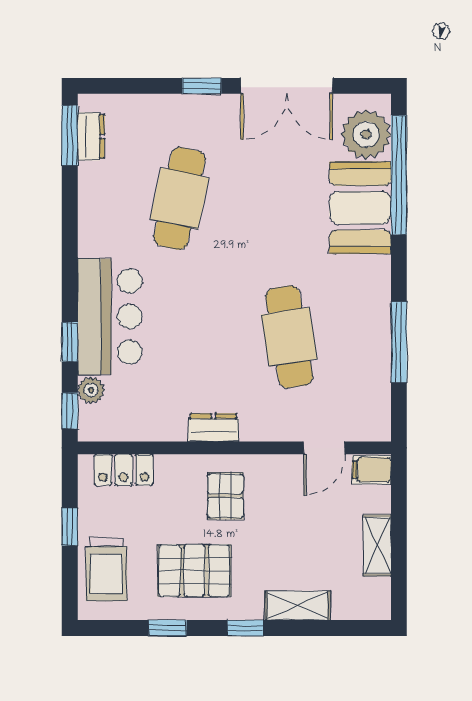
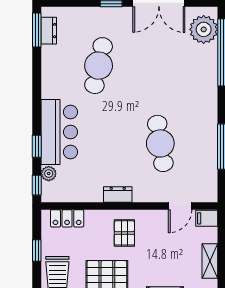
booth: (360, 208) -> (200, 71), removed

